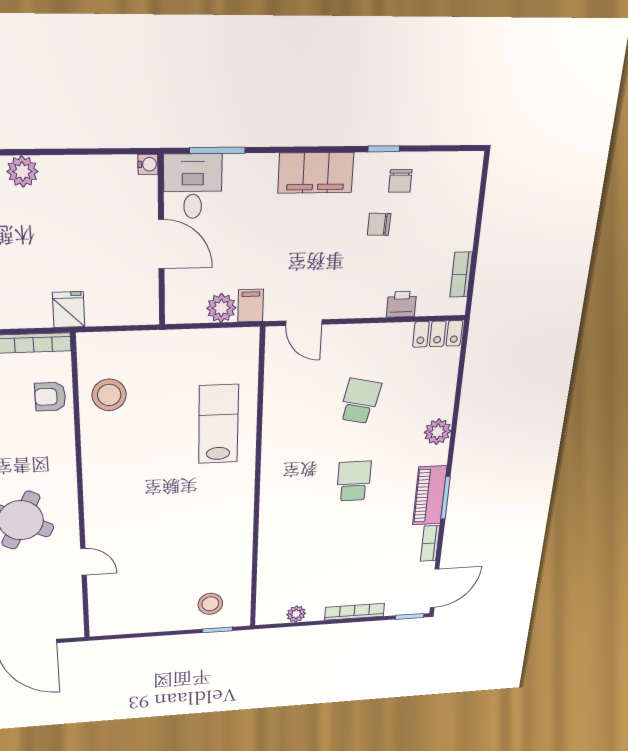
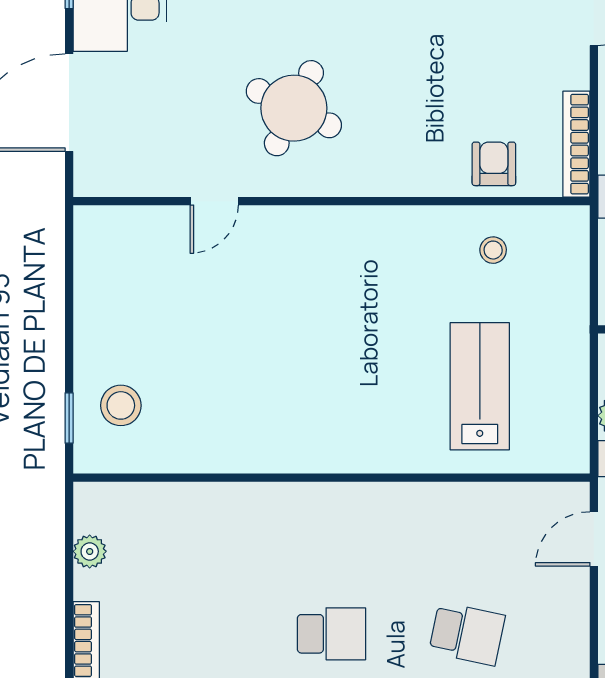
stool: (109, 395) -> (493, 250), width x0.53, depth x0.53
lab bench: (218, 424) -> (480, 386), moved, turned -90

